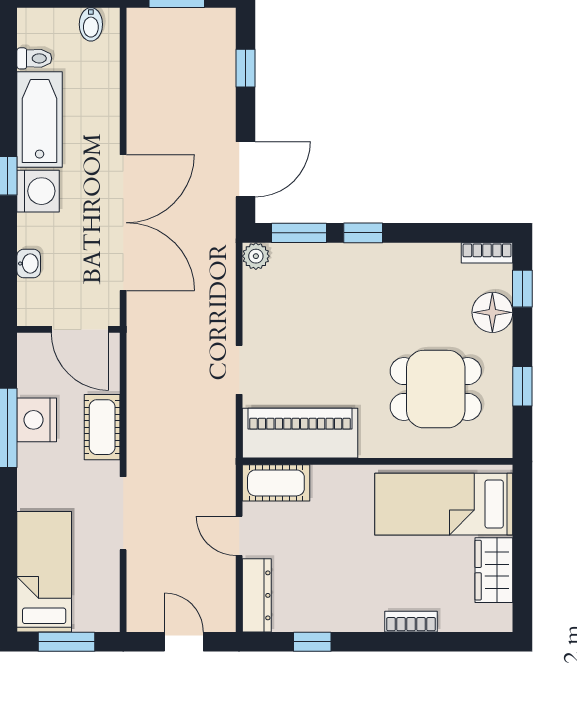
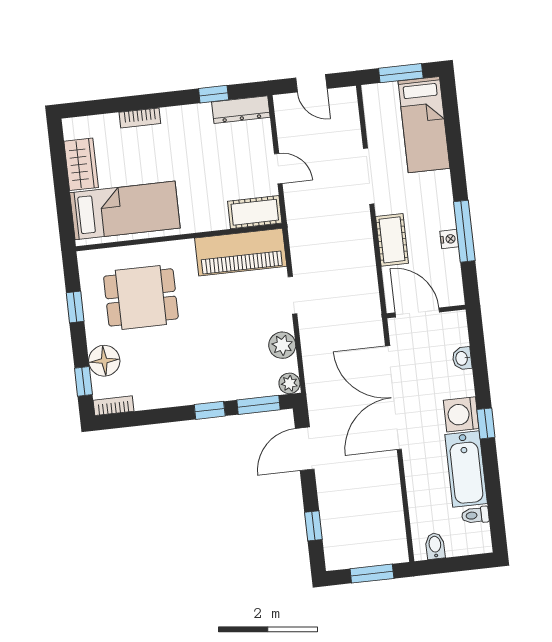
plant: (260, 307) -> (282, 345), added
nightstand: (37, 420) -> (449, 239), width x0.53, depth x0.56
dresser: (257, 595) -> (241, 110), moved, turned -90

